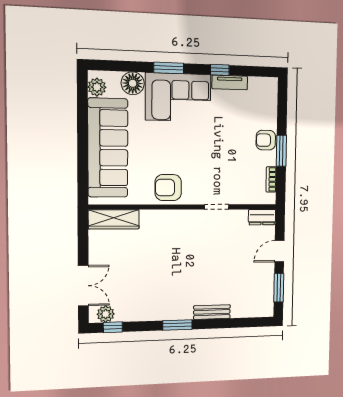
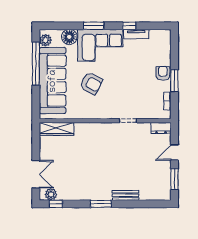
window: (83, 122) -> (36, 64), added
armchair: (266, 140) -> (163, 73), turned 90
armchair: (168, 188) -> (91, 83), moved, turned -152

